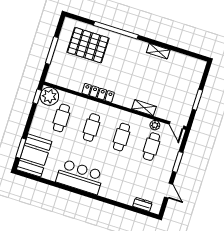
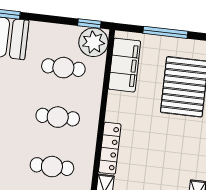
filing cabinet: (67, 80) -> (124, 65), added
locker: (98, 93) -> (110, 148), moved

